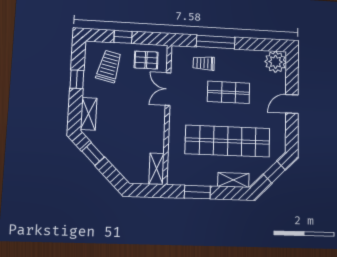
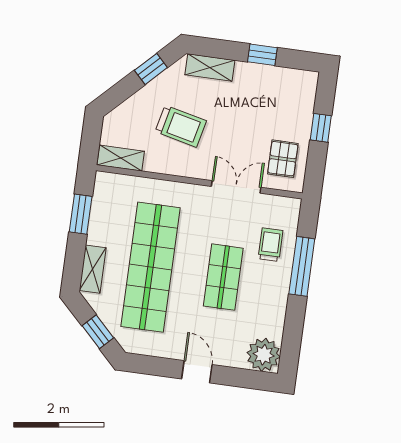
trolley: (109, 66) -> (181, 126), moved

